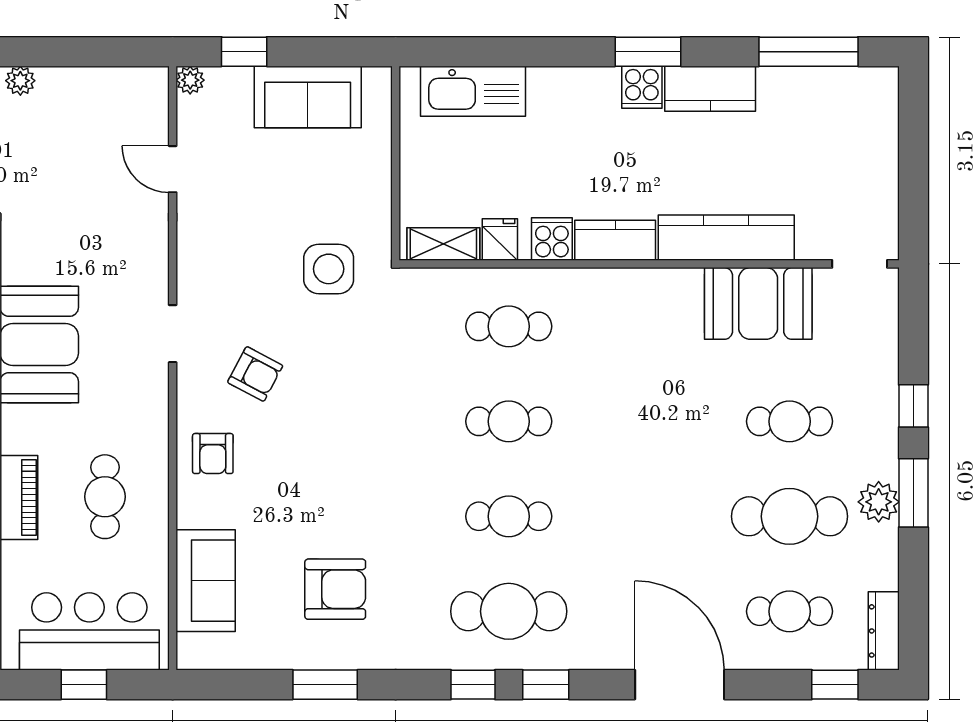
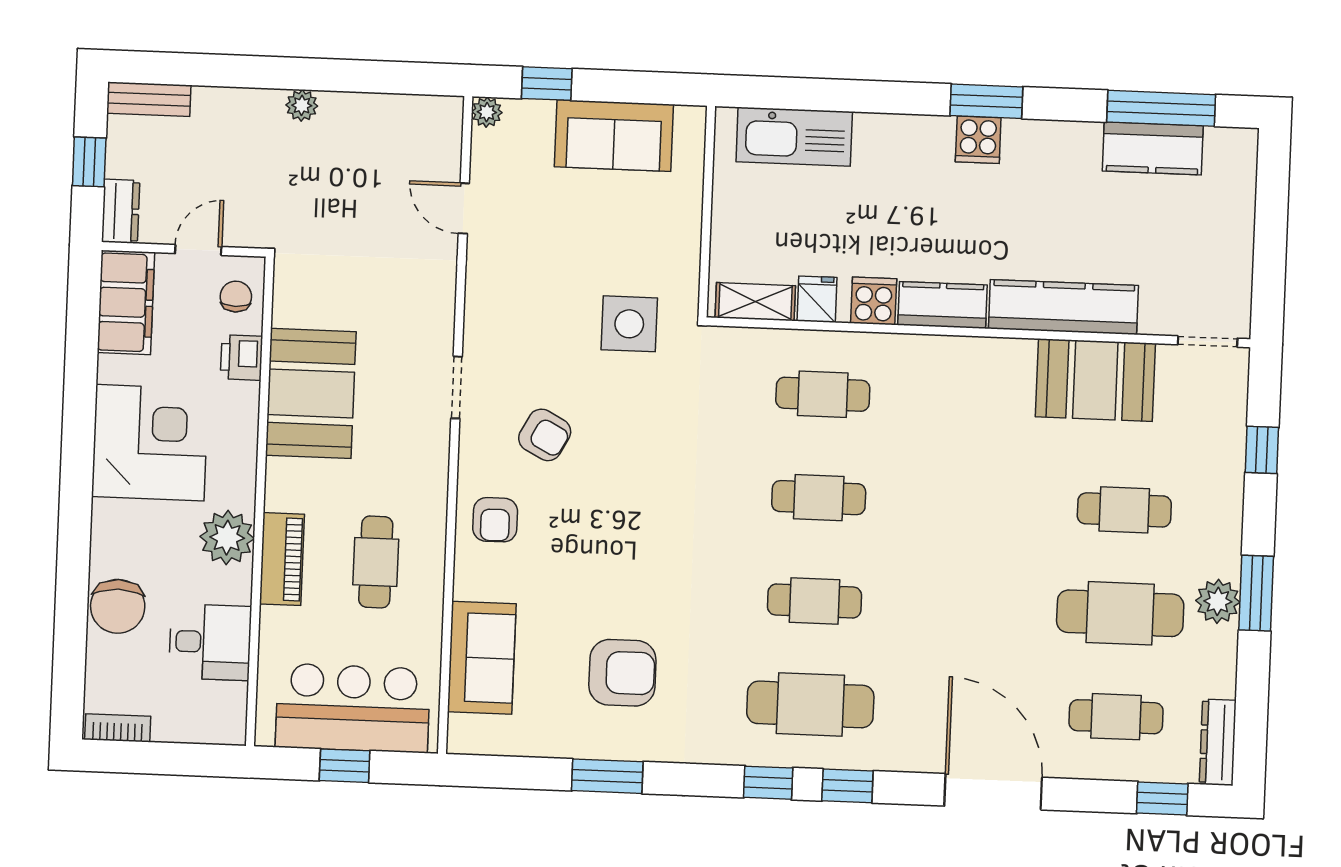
kitchen counter: (710, 89) -> (1153, 148), moved
window: (913, 406) -> (1262, 450), moved

